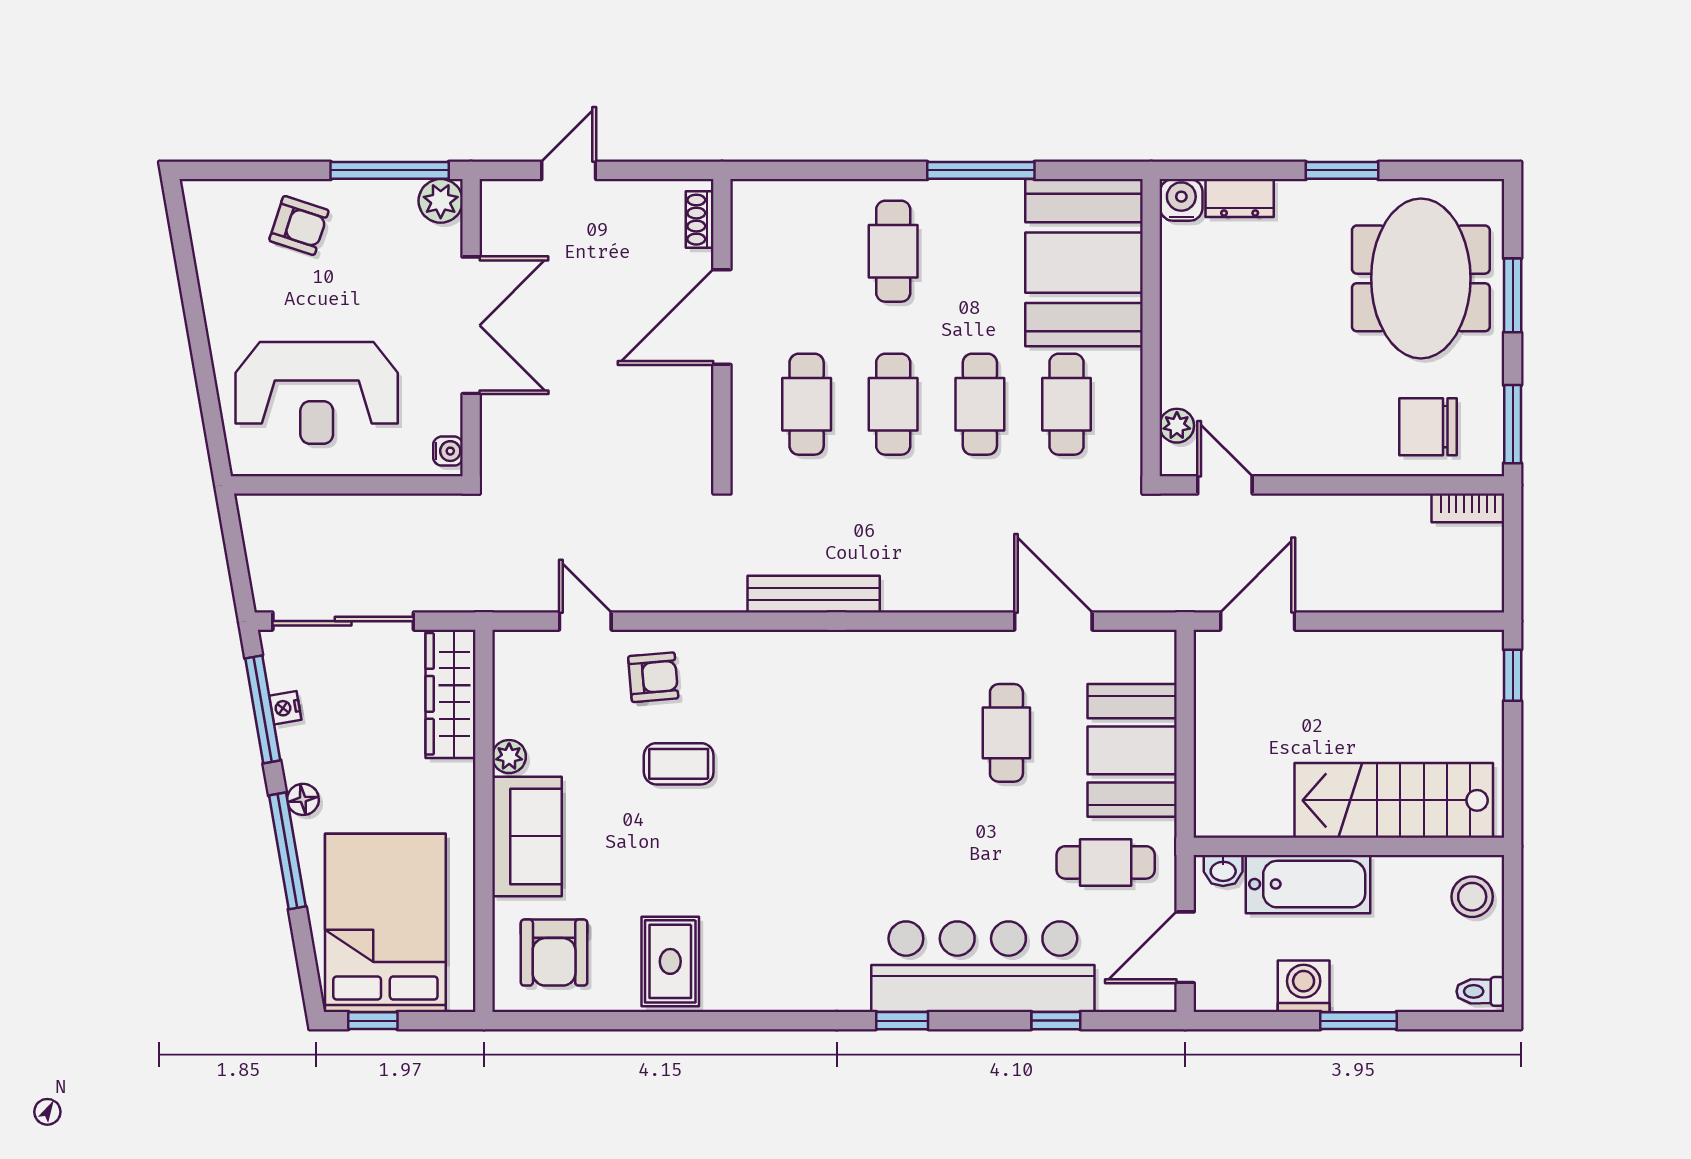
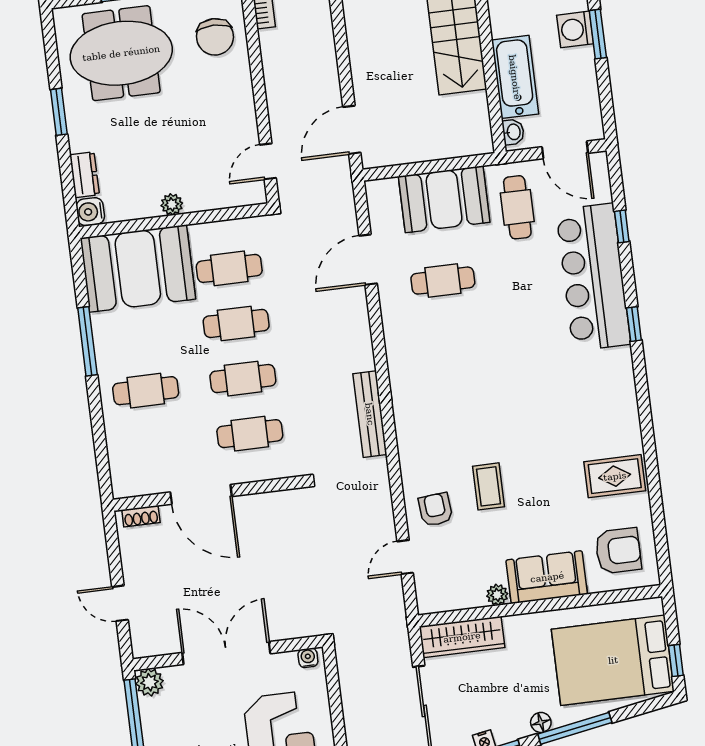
plant: (1177, 426) -> (172, 204), moved
door: (1258, 621) -> (352, 130), hinge flipped
washing machine: (1304, 986) -> (575, 29), moved

